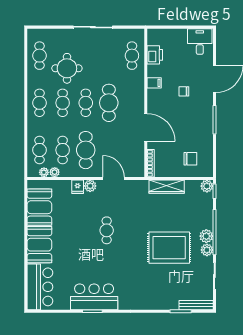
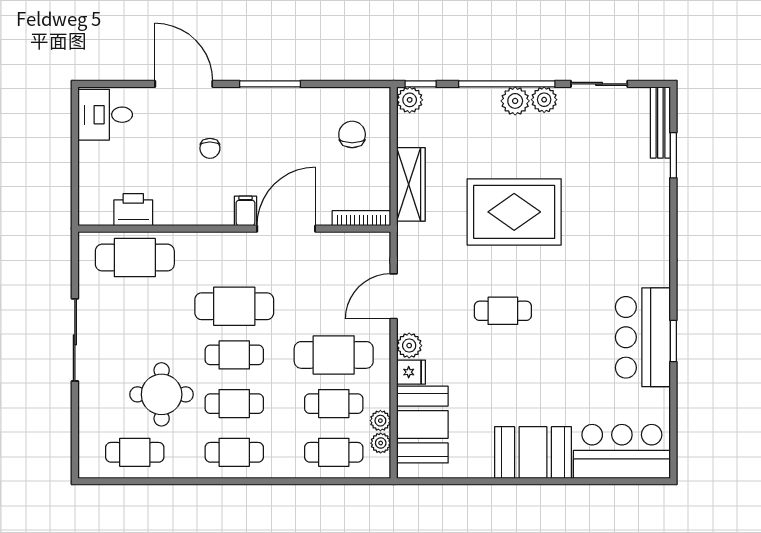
cafe table: (132, 56) -> (135, 258), width x1.37, depth x1.35
filing cabinet: (154, 83) -> (246, 211), moved
booth: (39, 207) -> (422, 425), moved, turned 90
rug: (169, 248) -> (514, 212), moved, turned 90

